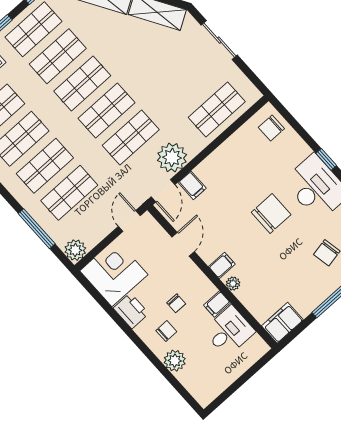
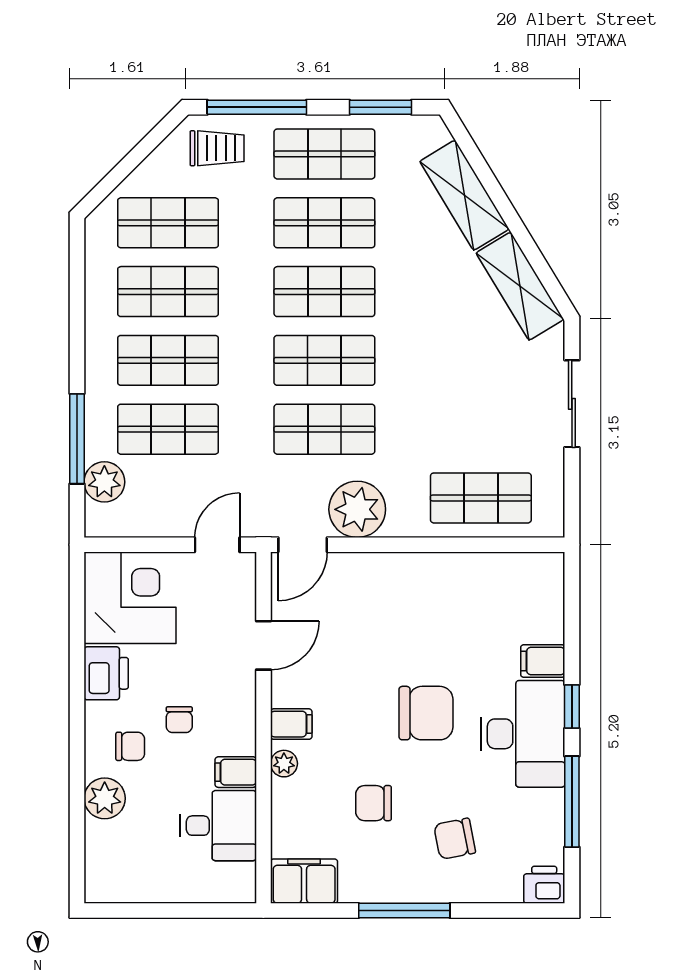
chair: (271, 128) -> (374, 803), moved
filing cabinet: (192, 185) -> (543, 661), moved, turned 90
plant: (75, 250) -> (104, 482), moved

